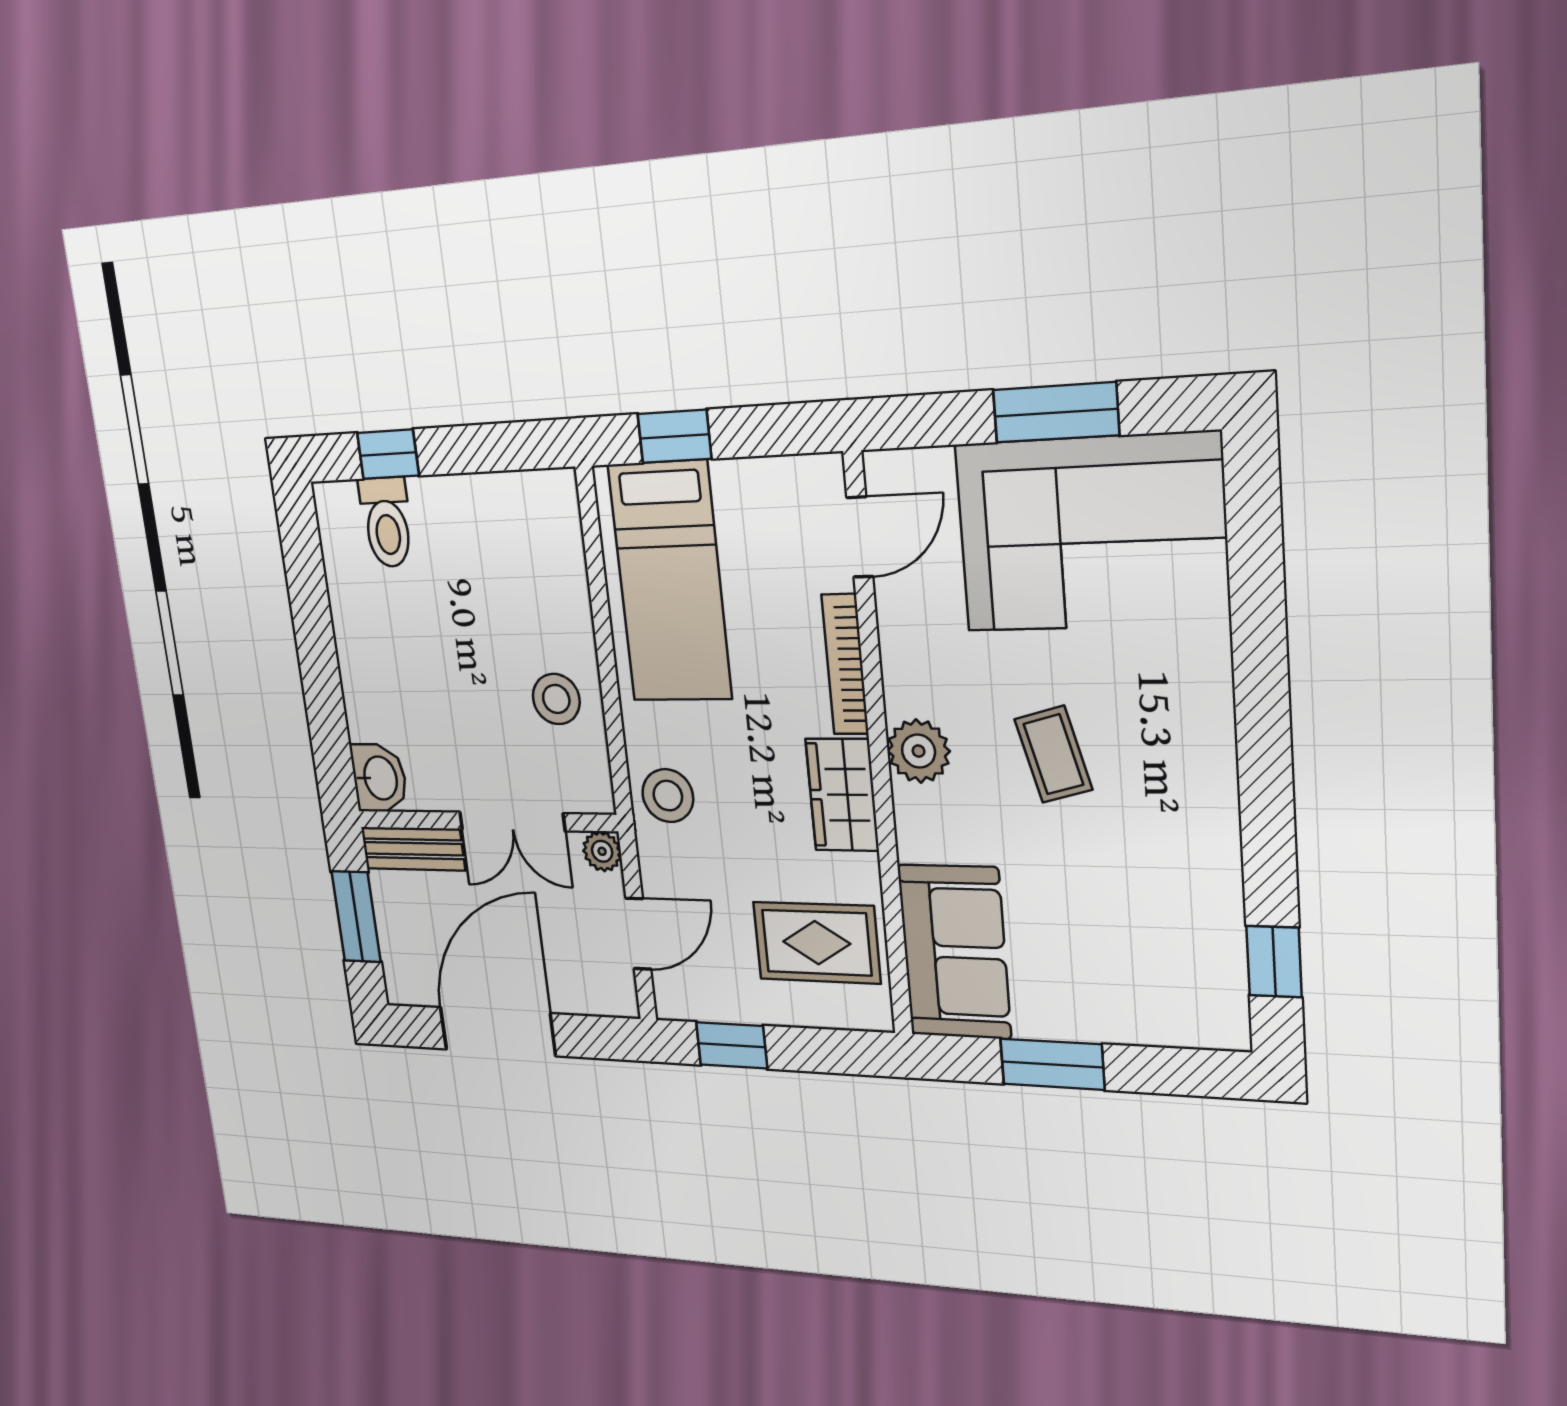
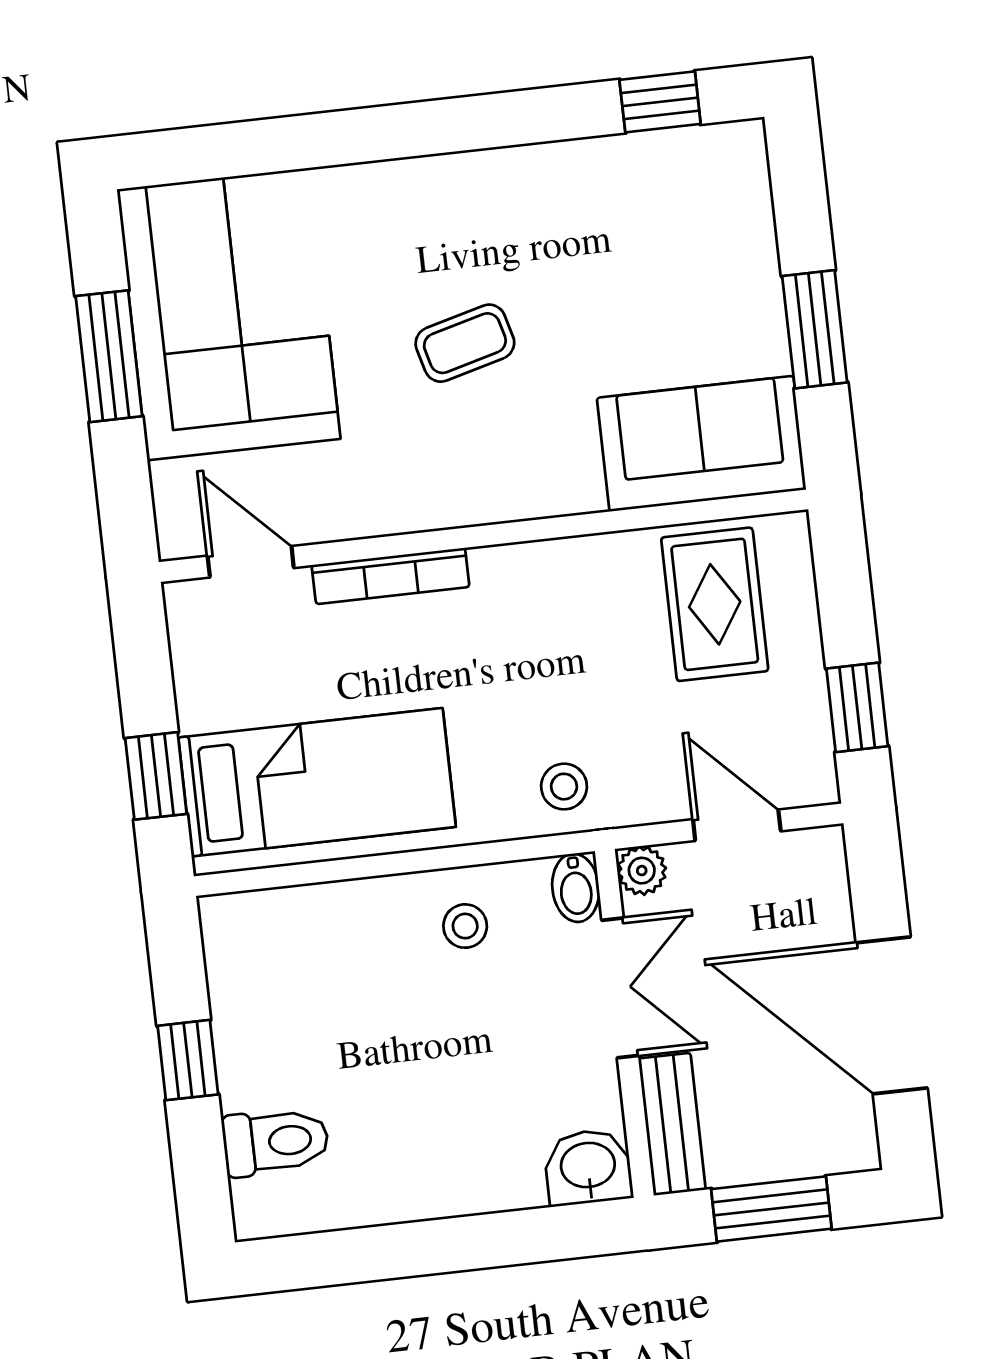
window: (388, 454) -> (188, 1060), moved
stool: (556, 699) -> (465, 926), width x0.73, depth x0.73
plant: (919, 751) -> (478, 491), removed
bidet: (588, 795) -> (576, 888), added
wardrobe: (842, 795) -> (538, 577), removed
stool: (668, 796) -> (564, 787), width x0.73, depth x0.73

